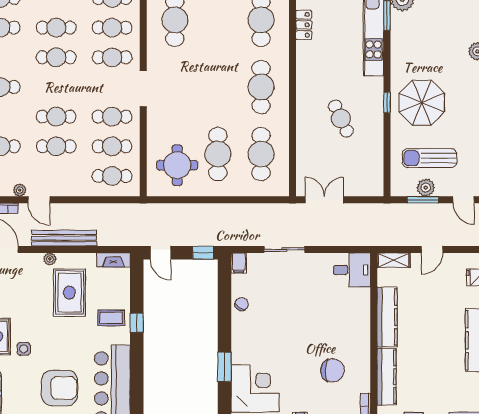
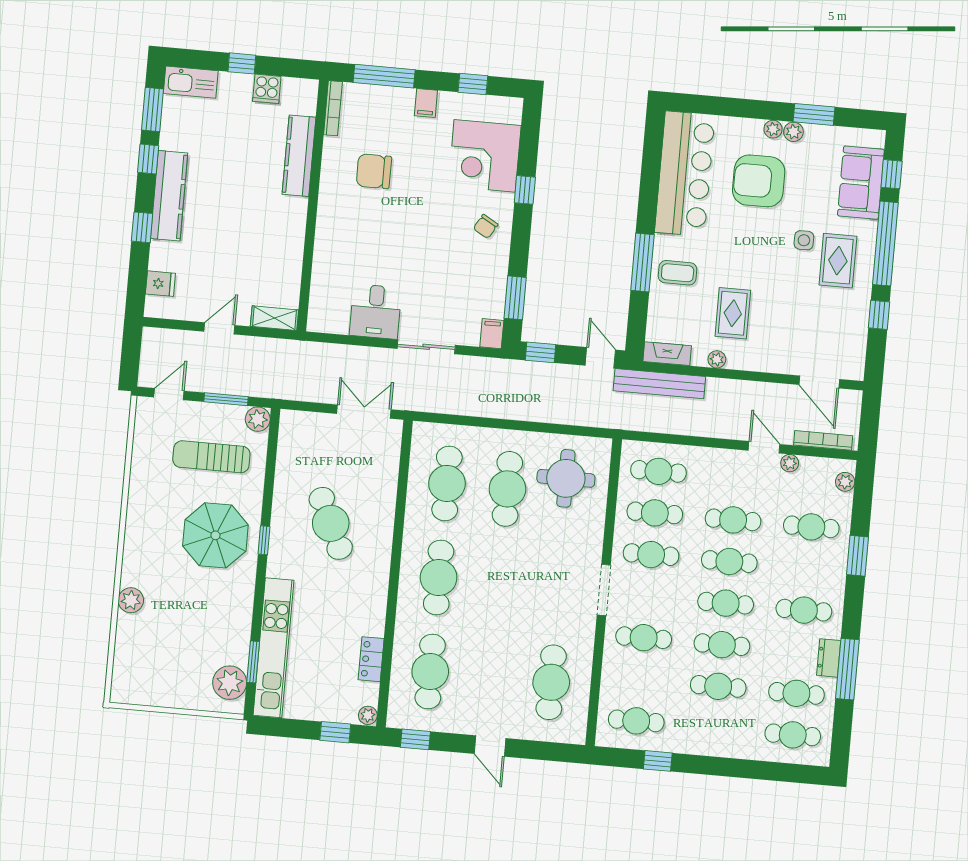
cafe table: (112, 28) -> (726, 603), moved
cafe table: (341, 118) -> (331, 523), width x1.37, depth x1.35
sun lounger: (429, 158) -> (211, 457), turned 180
plant: (426, 188) -> (258, 419), moved
double door: (324, 200) -> (364, 412), swing flipped
door: (464, 200) -> (169, 394), hinge flipped
bench: (64, 238) -> (659, 384), moved
plant: (50, 259) -> (717, 359), moved
desk: (352, 270) -> (375, 312), moved, turned -90
window: (225, 290) -> (515, 298), added
rug: (69, 293) -> (733, 313), width x0.73, depth x0.70
chair: (241, 304) -> (486, 226), moved
kitchen counter: (387, 317) -> (291, 239), removed
window: (137, 323) -> (642, 263), width x2.17
window: (225, 367) -> (525, 190), width x0.67

